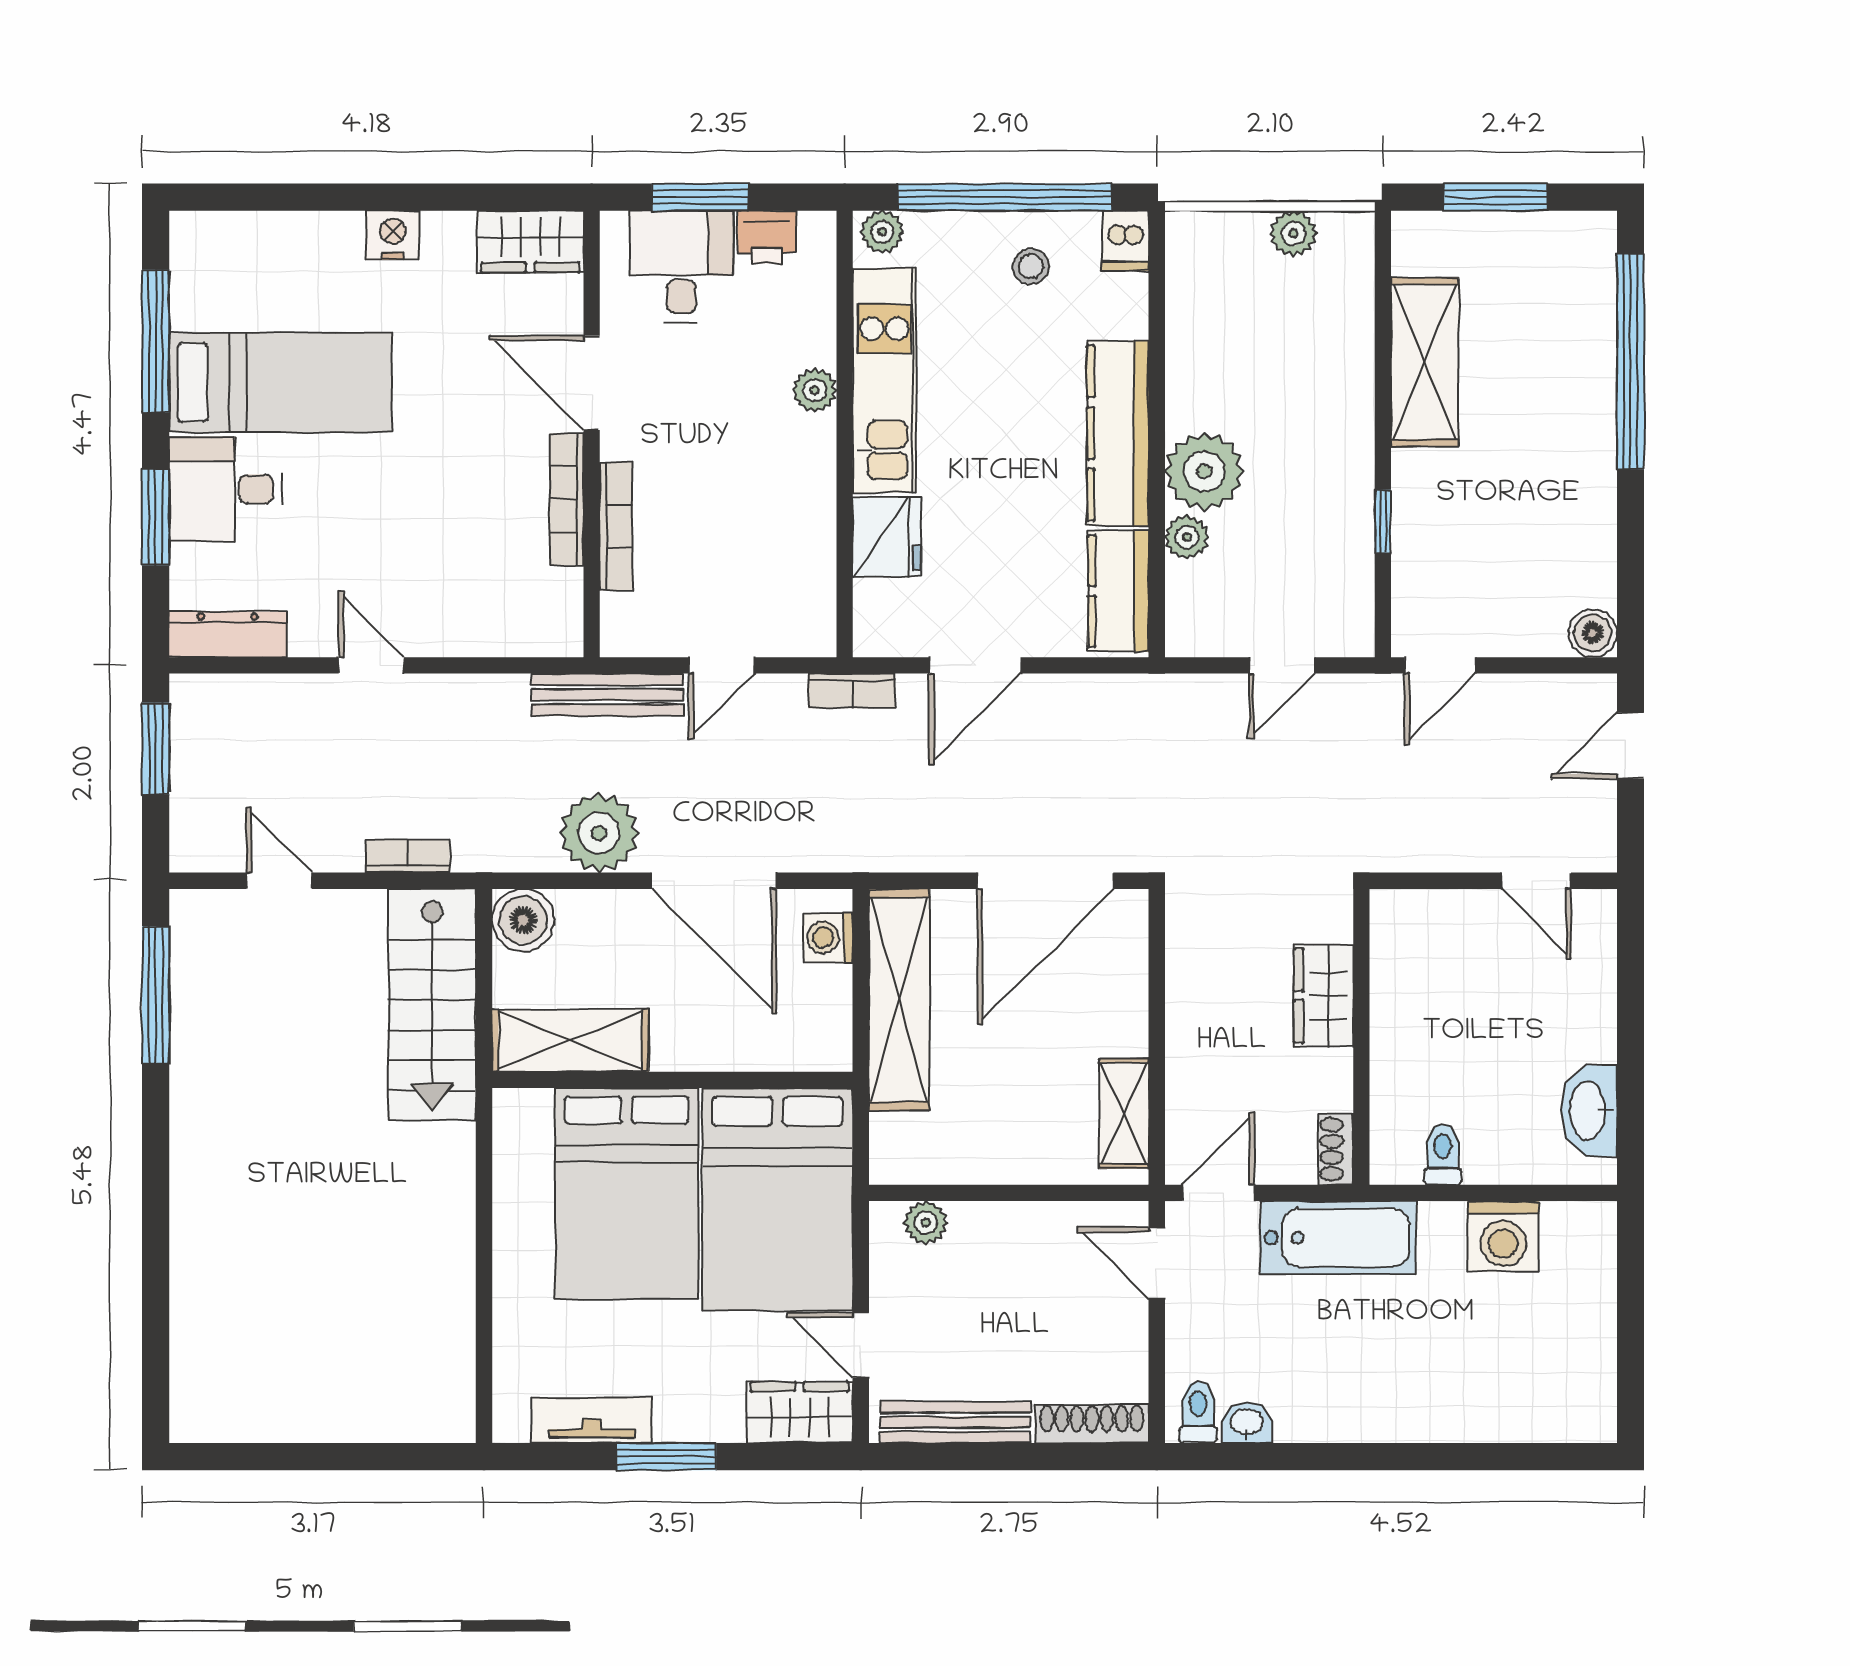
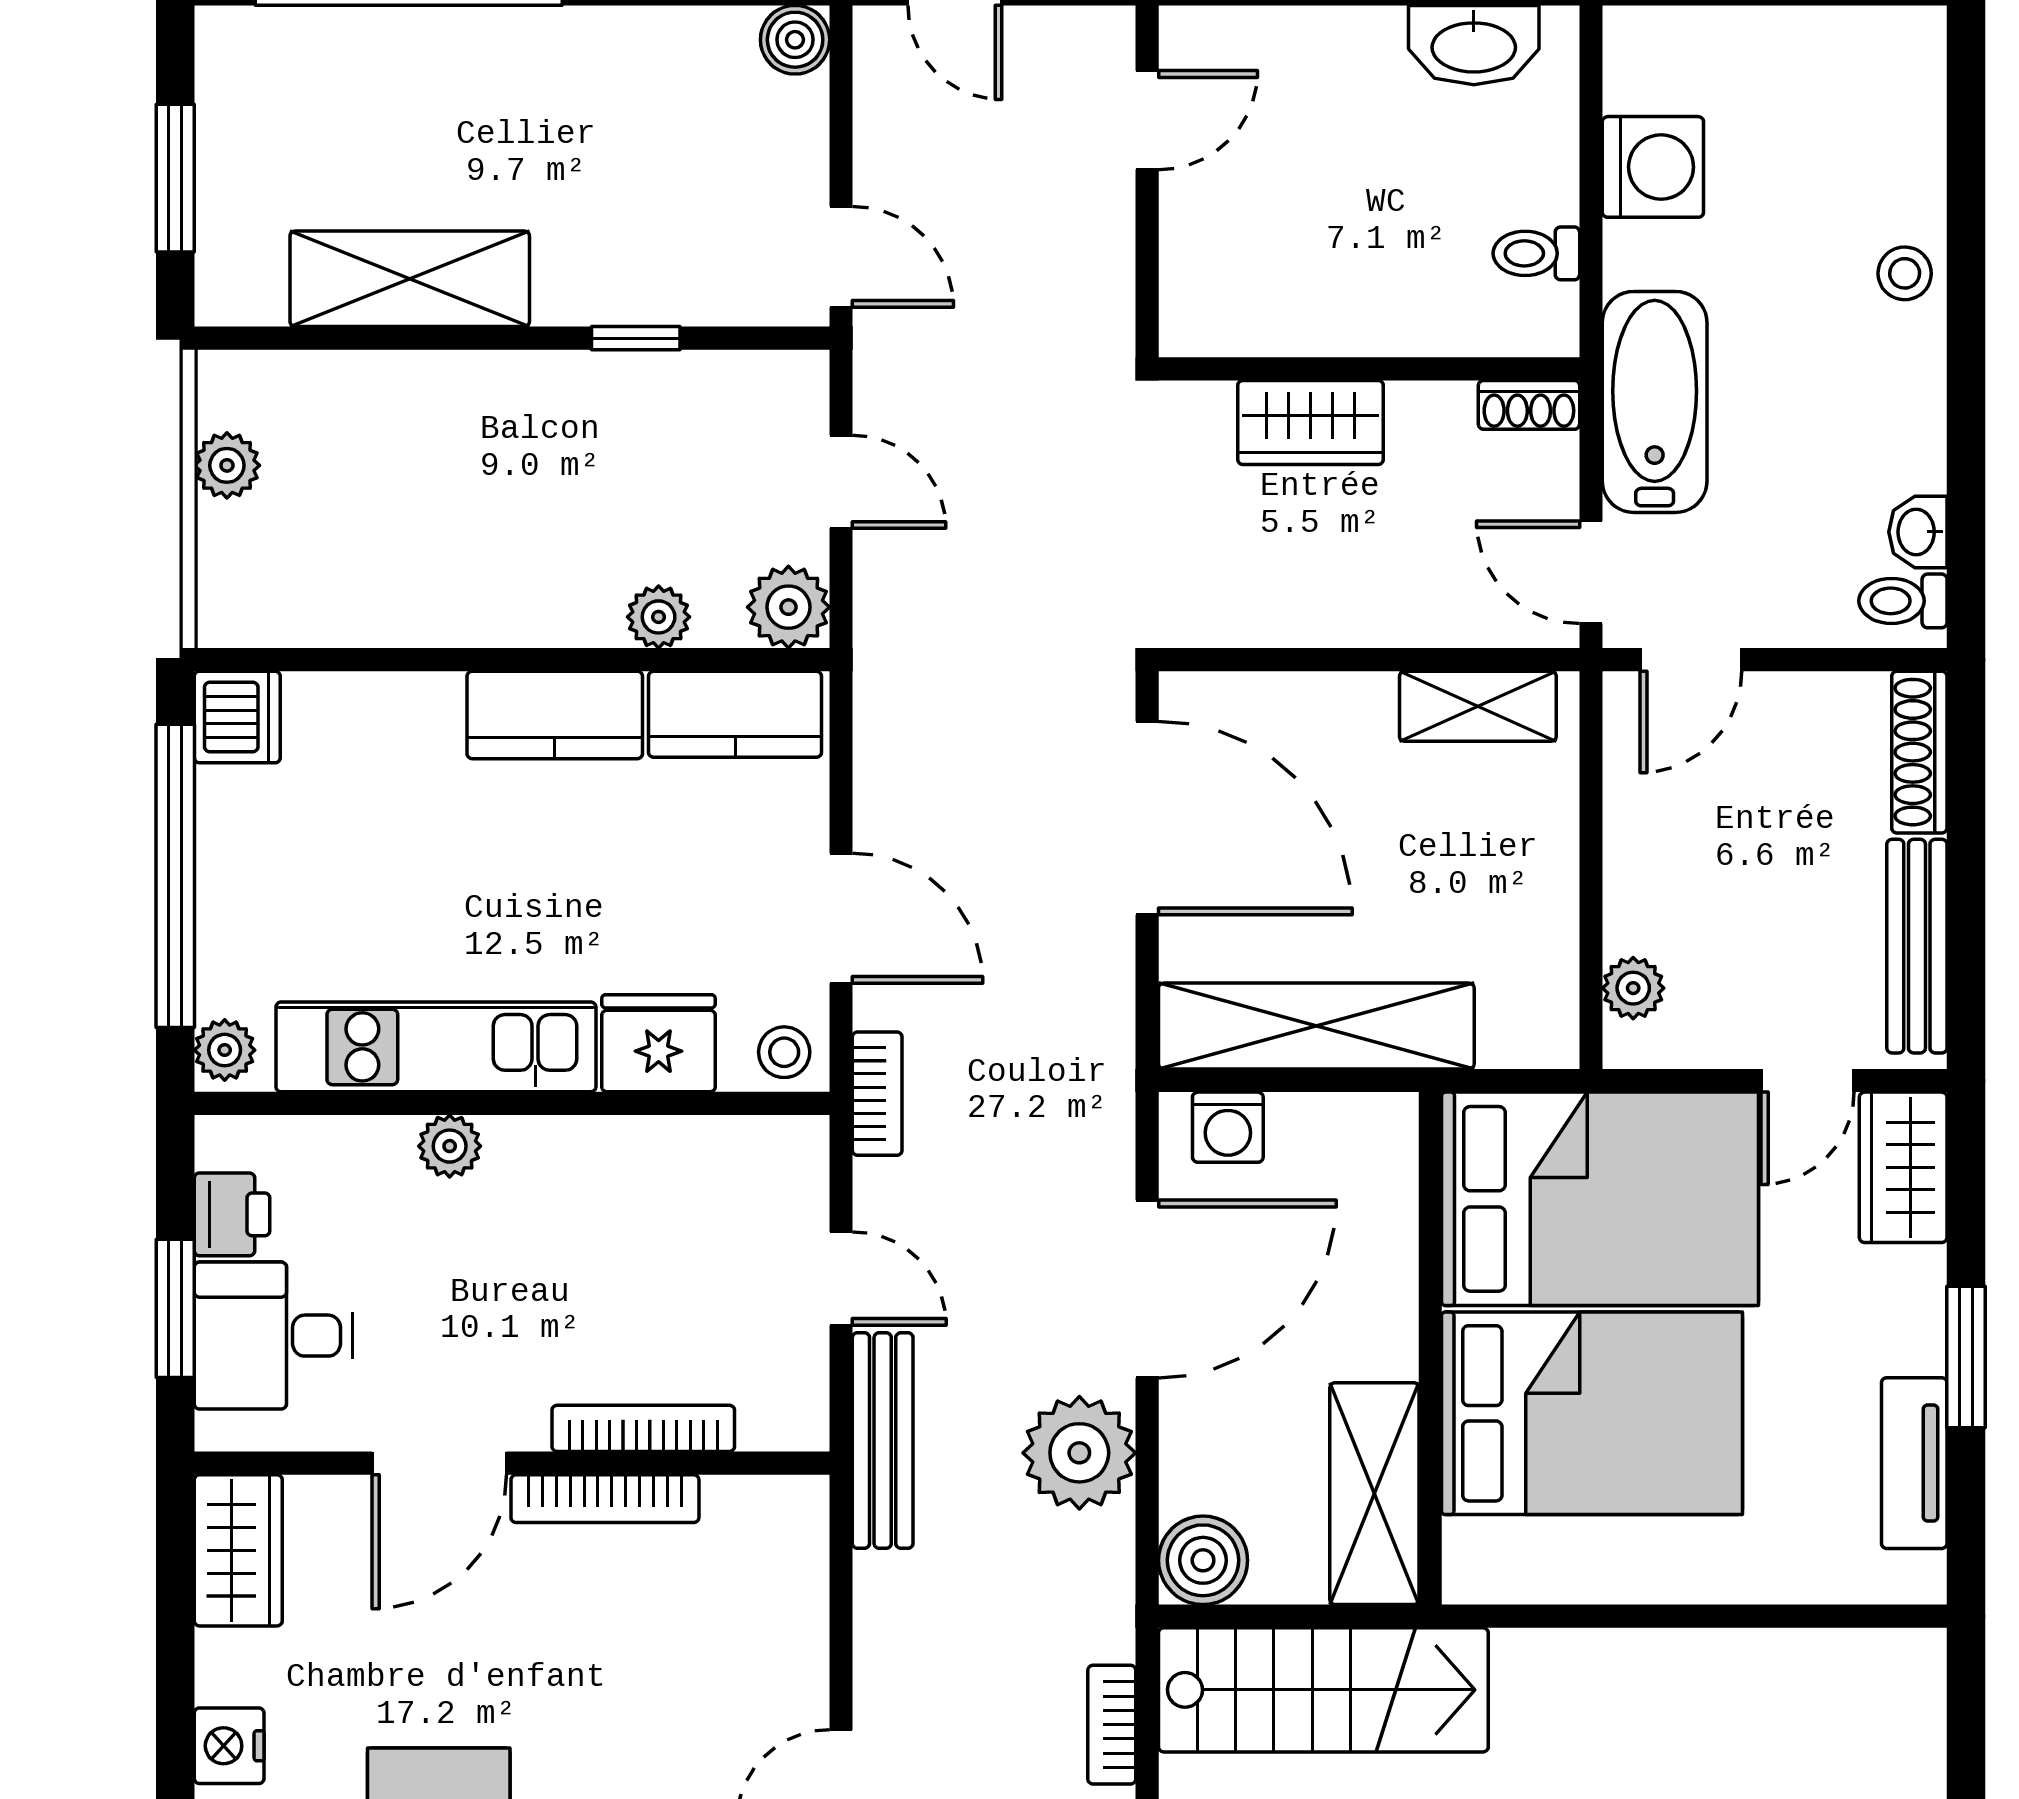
dishwasher: (1125, 241) -> (237, 717), width x1.38
stool: (1031, 266) -> (784, 1052), moved
kitchen counter: (1118, 433) -> (555, 715), width x0.67
plant: (1204, 472) -> (788, 607), moved, width x0.73, depth x0.73
stool: (1428, 1414) -> (1905, 273), added

